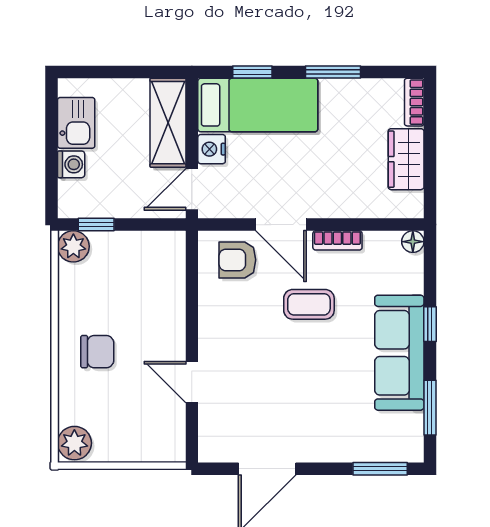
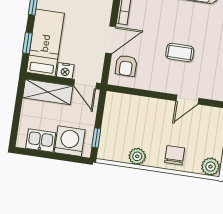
washing machine: (71, 164) -> (70, 141), width x1.89, depth x1.89
plant: (73, 246) -> (137, 156), moved
coffee table: (309, 304) -> (180, 52), moved, turned 90
chair: (97, 352) -> (175, 155), moved

